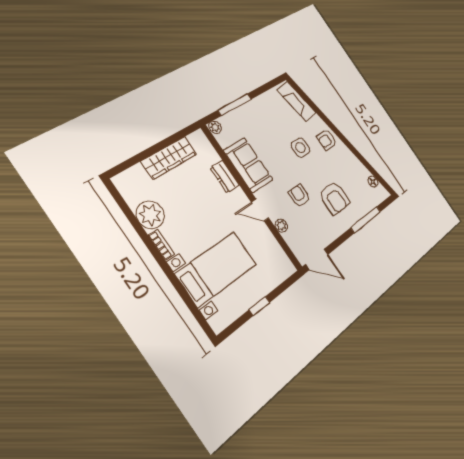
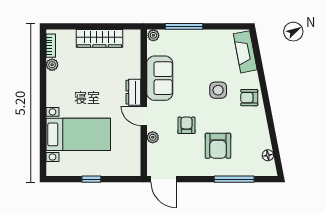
dresser: (225, 177) -> (133, 92), moved
plant: (150, 215) -> (52, 65), width x0.53, depth x0.53
bookcase: (161, 245) -> (51, 46), moved

